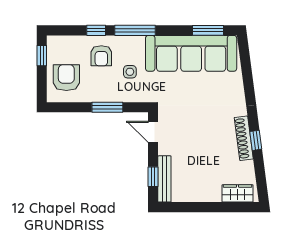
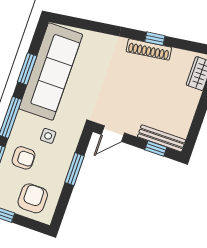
window: (208, 30) -> (27, 69), moved
armchair: (66, 78) -> (33, 198), turned 90

